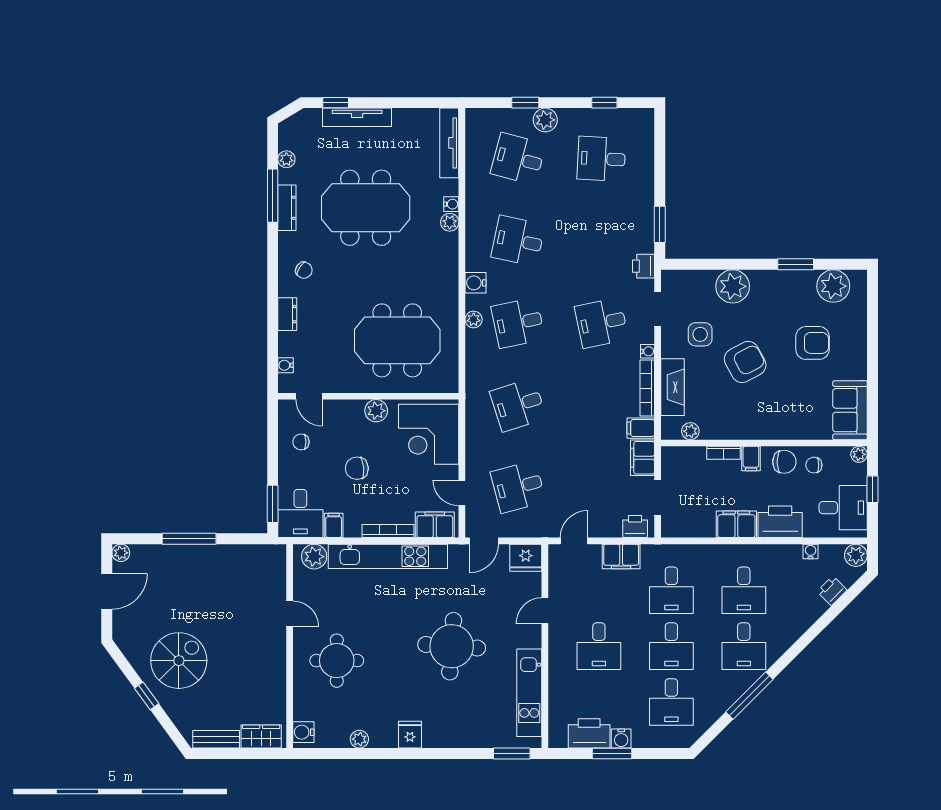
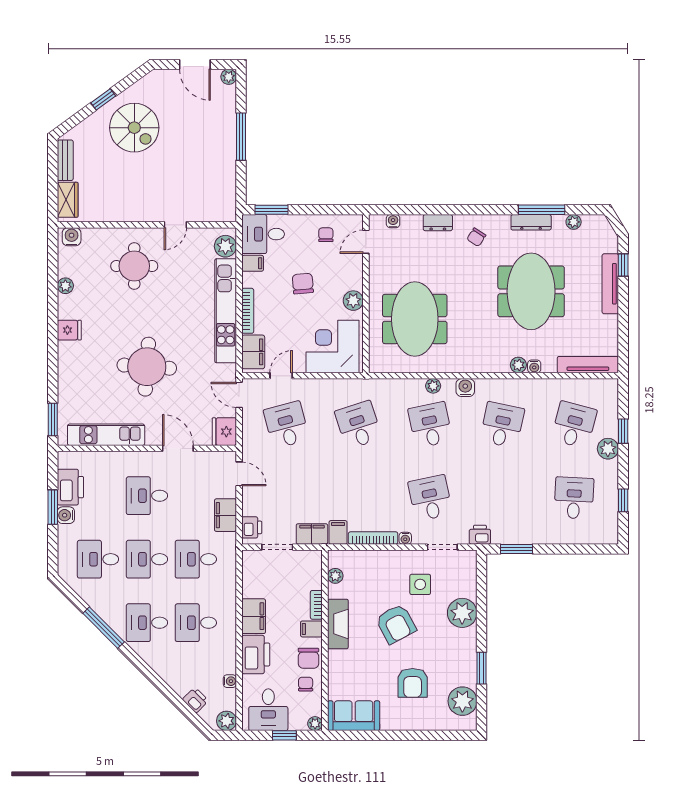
fireplace: (673, 387) -> (338, 624), moved, turned -90
door: (545, 611) -> (178, 448), width x1.38

